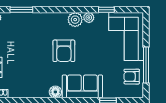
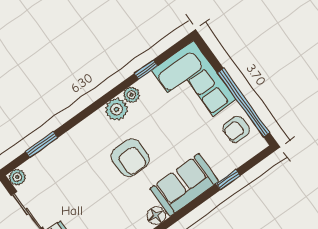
window: (146, 65) -> (243, 103), width x1.46

